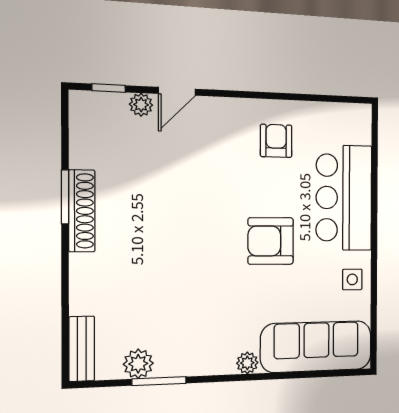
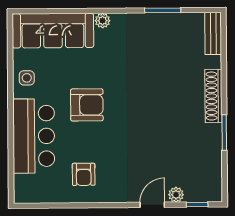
shoe rack: (82, 211) -> (213, 96), moved
plant: (138, 364) -> (177, 22), removed

